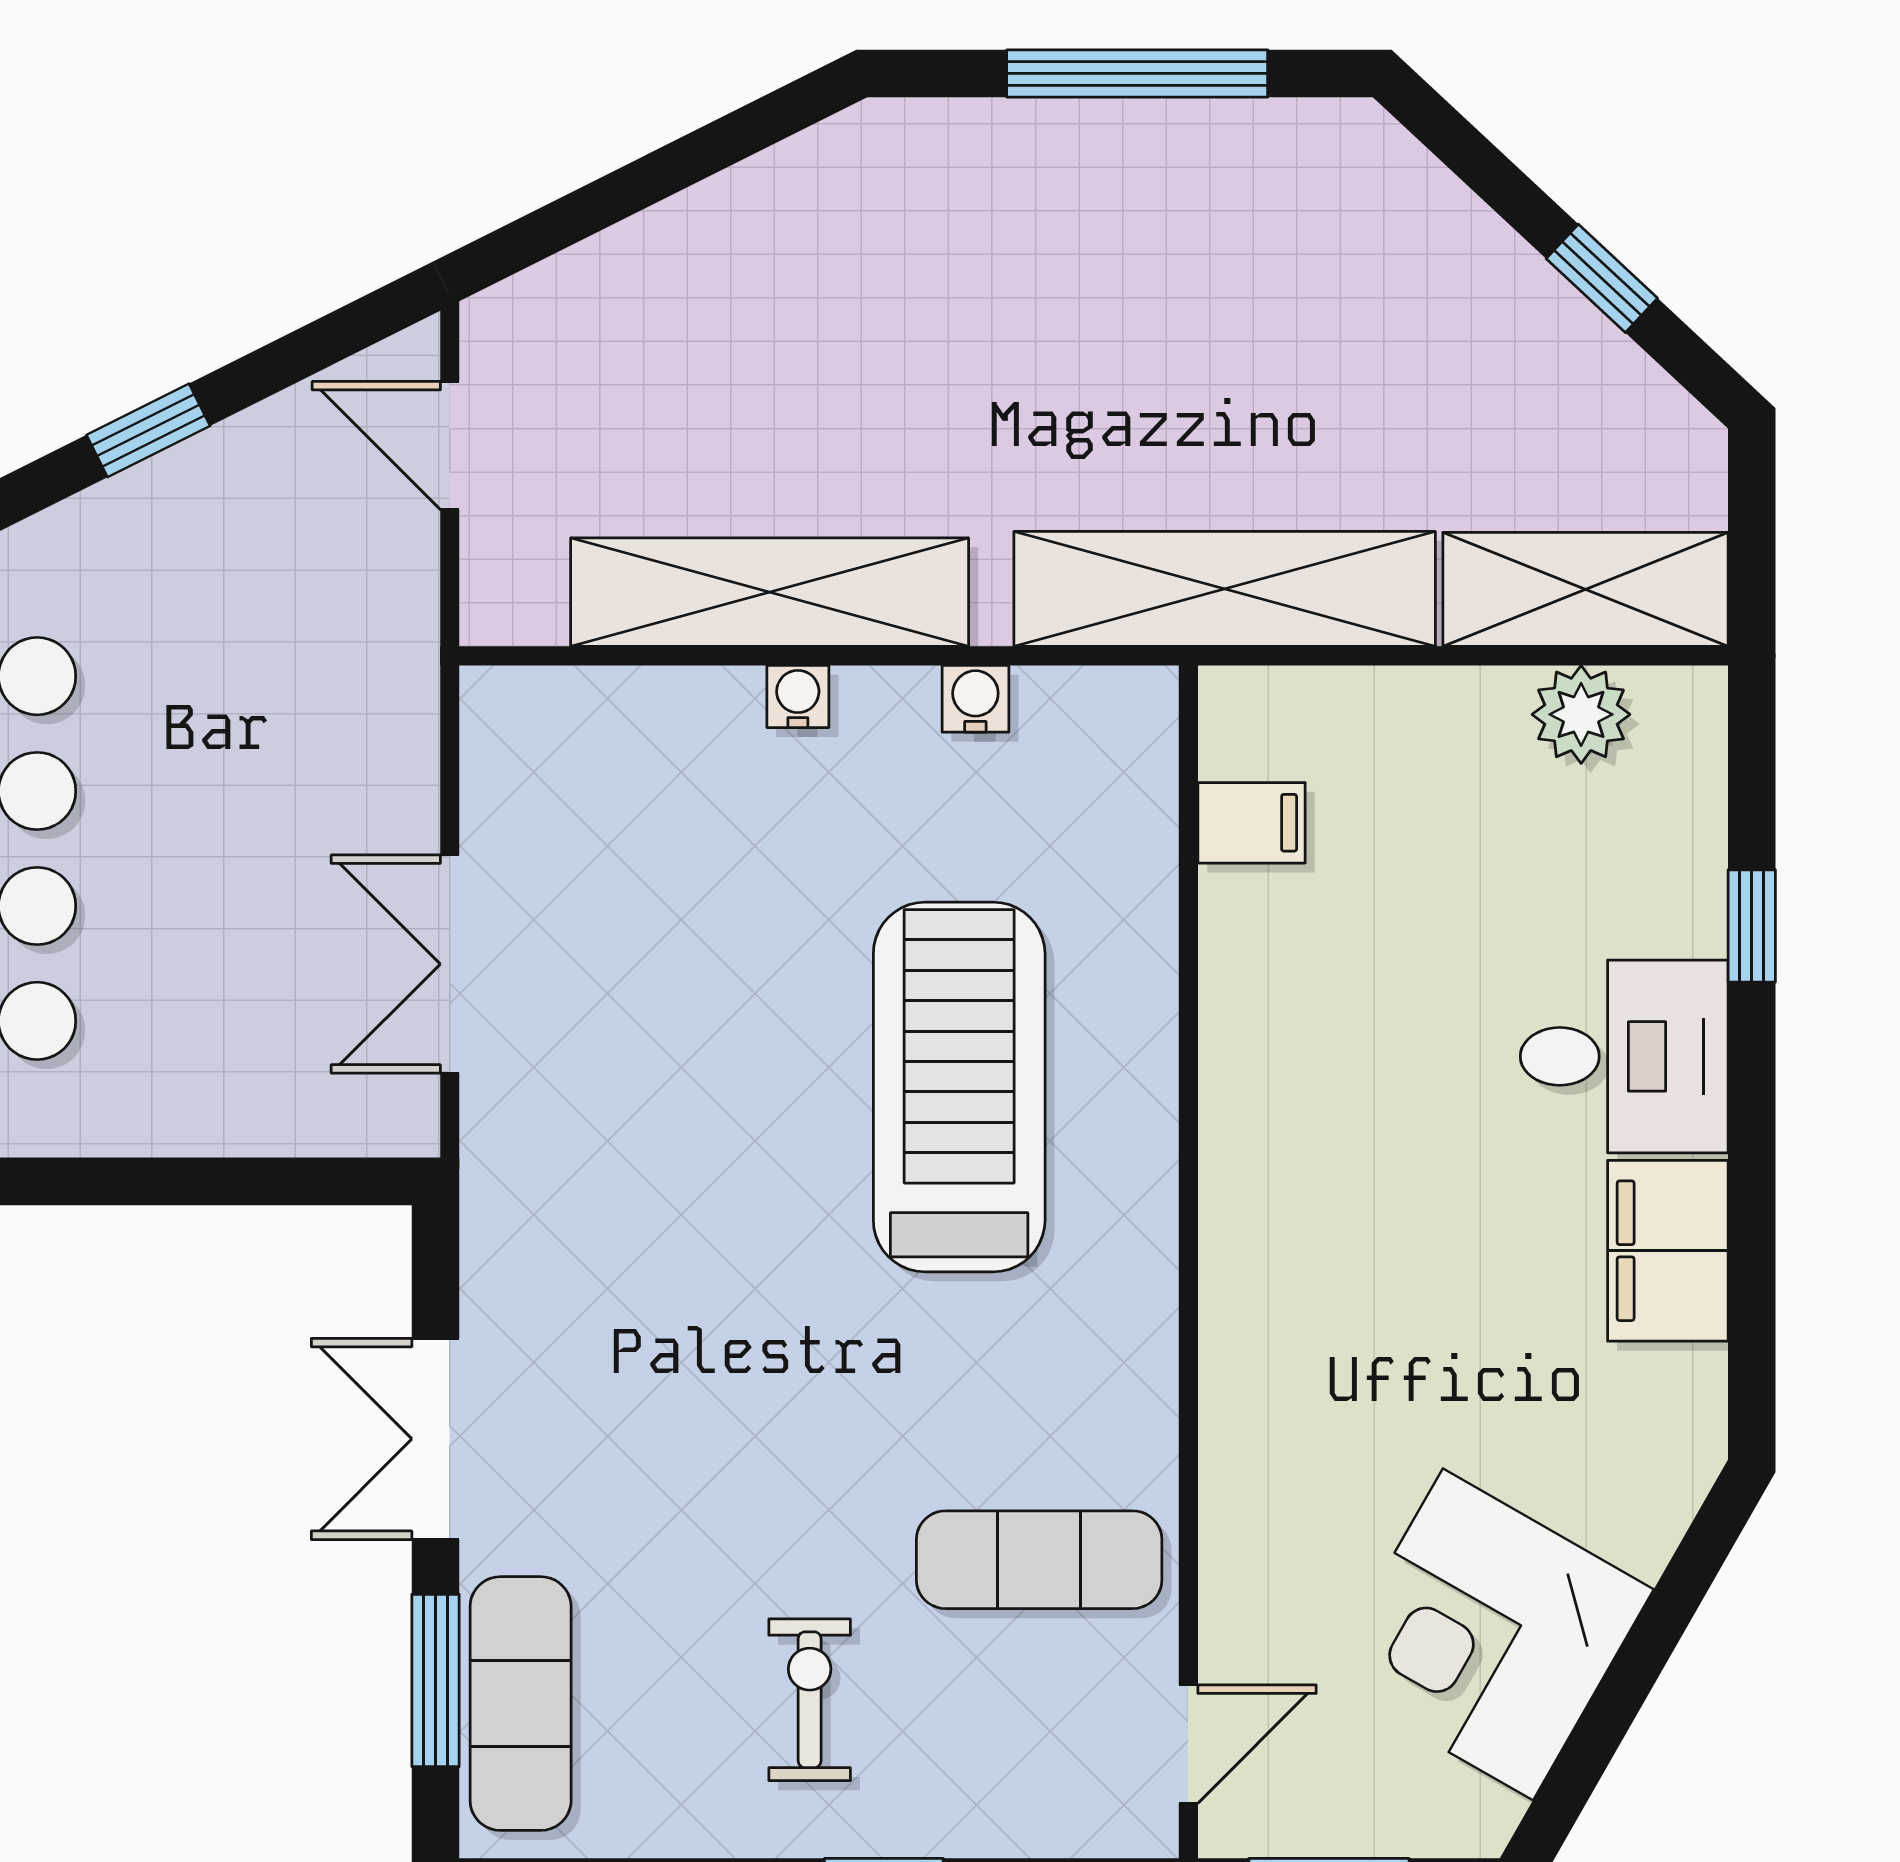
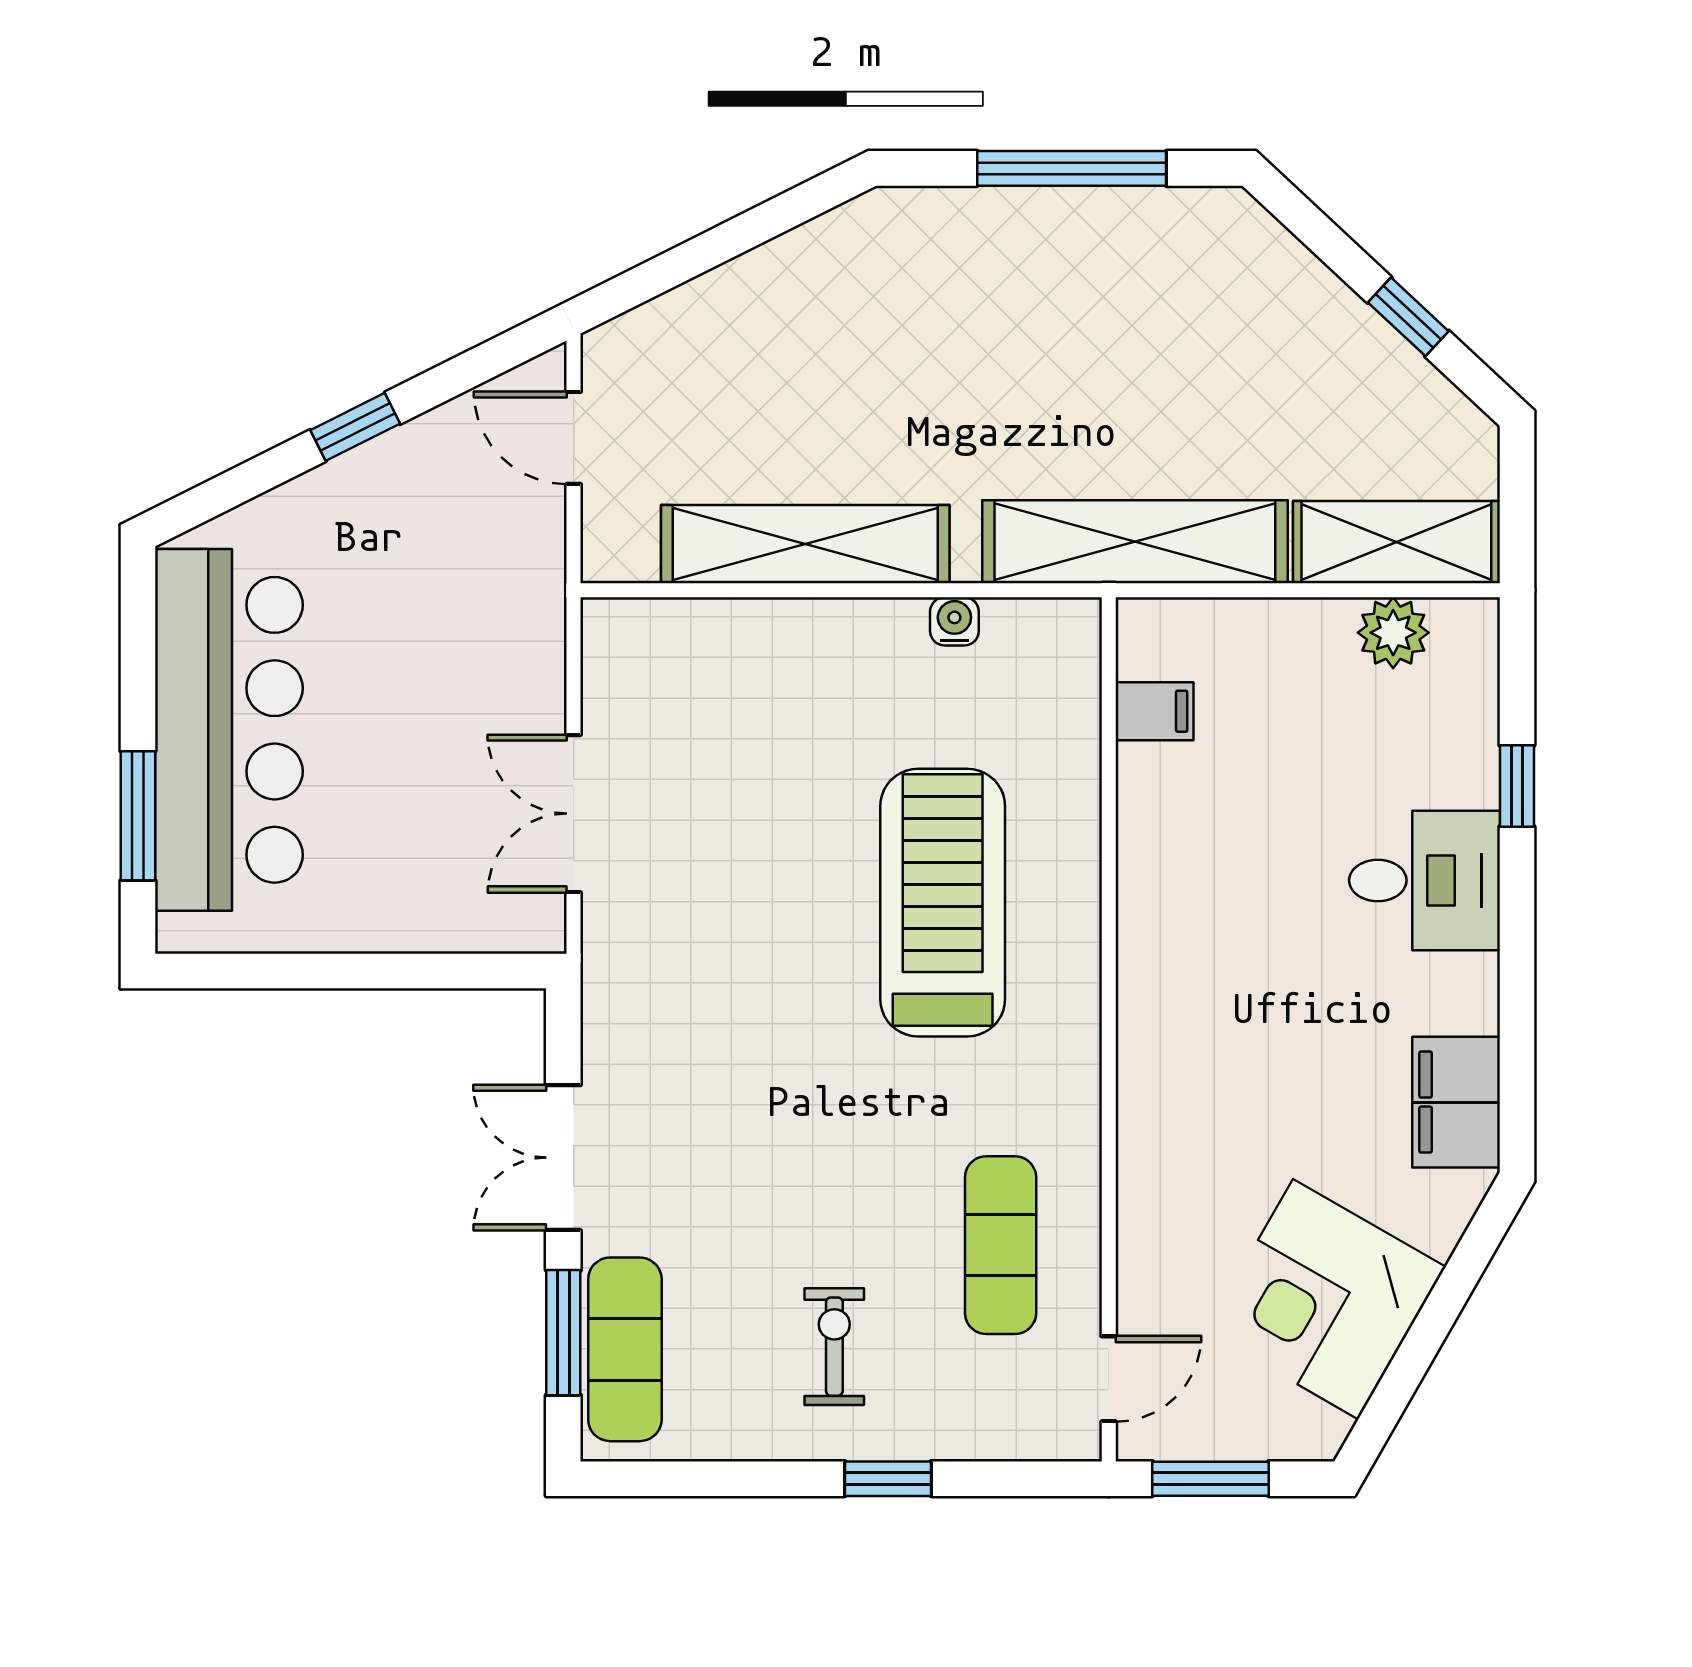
water cooler: (798, 696) -> (826, 620), removed
filing cabinet: (1668, 1251) -> (1456, 1102), moved
exercise mat: (1039, 1560) -> (1001, 1245), turned 90

